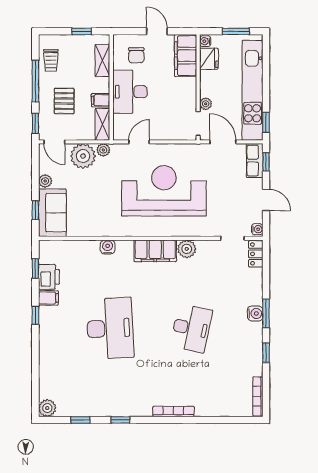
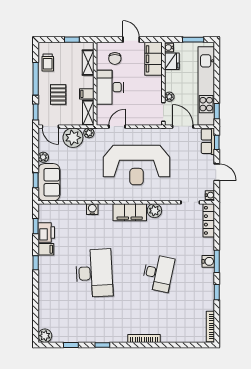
reception desk: (164, 191) -> (137, 165), turned 180
locker: (256, 254) -> (209, 220), width x1.53

